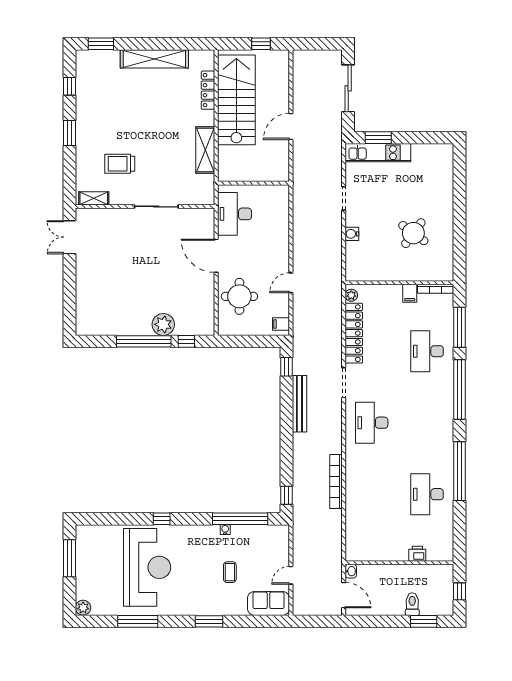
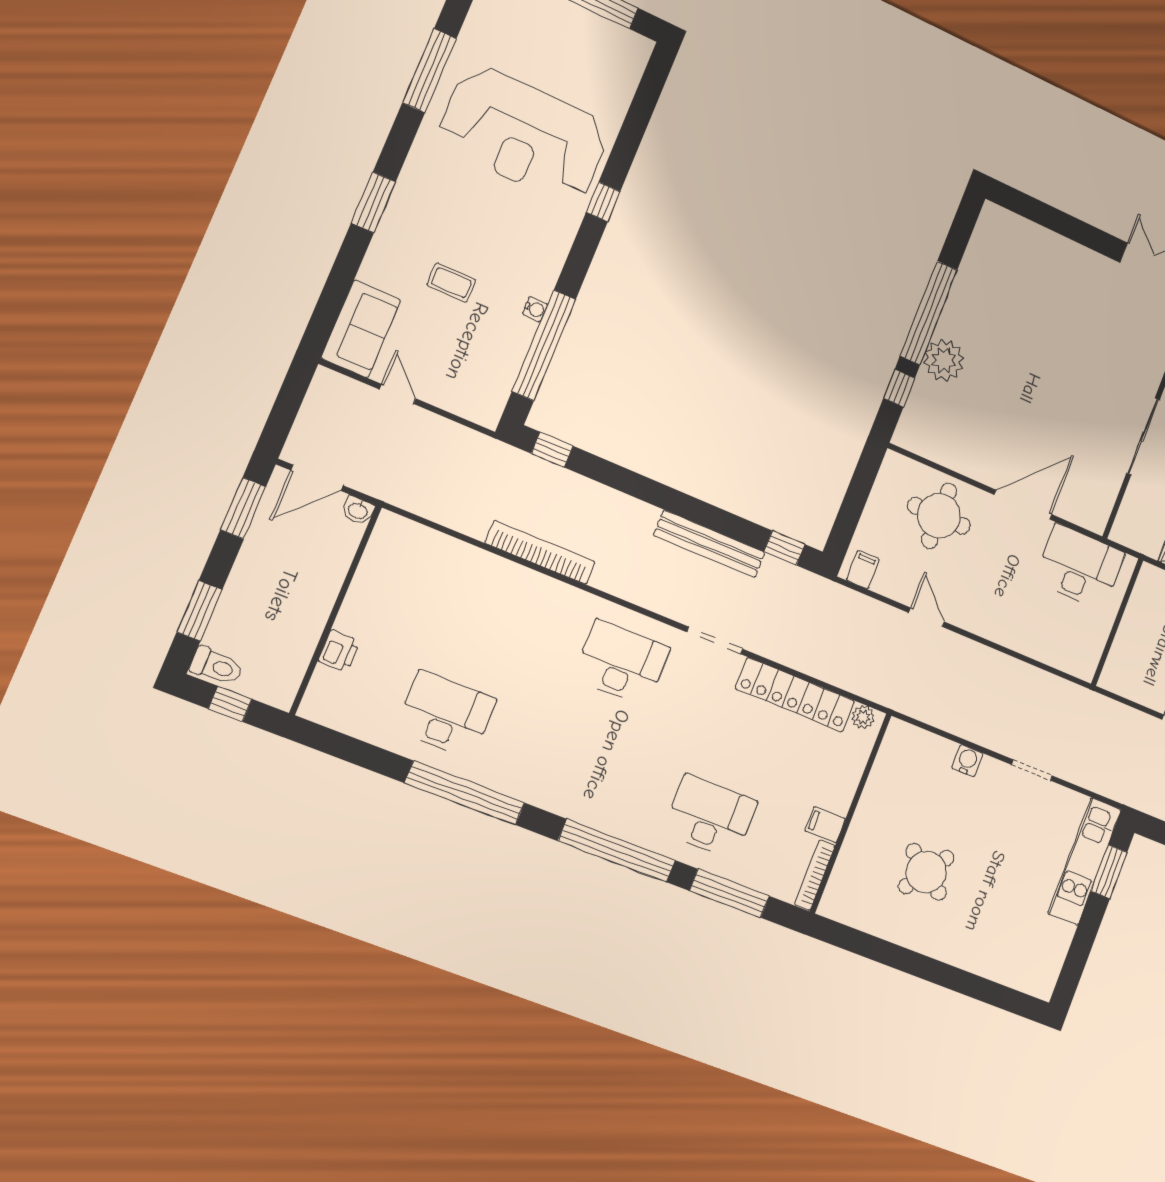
toilet: (412, 604) -> (216, 666), moved
window: (371, 621) -> (243, 508), added

